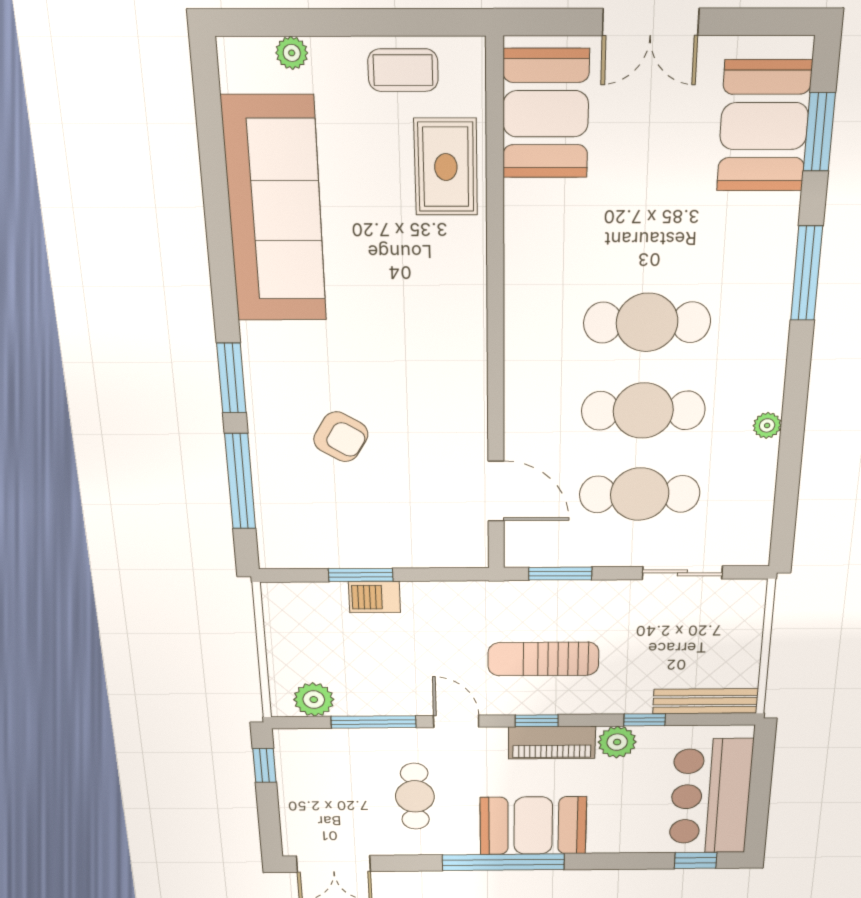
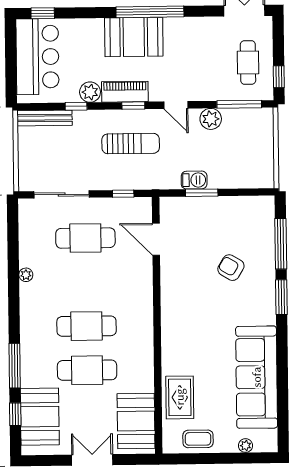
window: (819, 132) -> (15, 414), width x0.67
window: (806, 273) -> (15, 366), moved
cafe table: (643, 411) -> (87, 370), moved
sliding door: (682, 573) -> (62, 194), width x1.37
window: (560, 574) -> (123, 194), width x0.67
window: (361, 575) -> (202, 193), moved
barbecue: (374, 597) -> (194, 180), moved
plant: (314, 700) -> (211, 119), moved
window: (374, 722) -> (239, 104), moved
cafe table: (415, 796) -> (248, 63), moved

